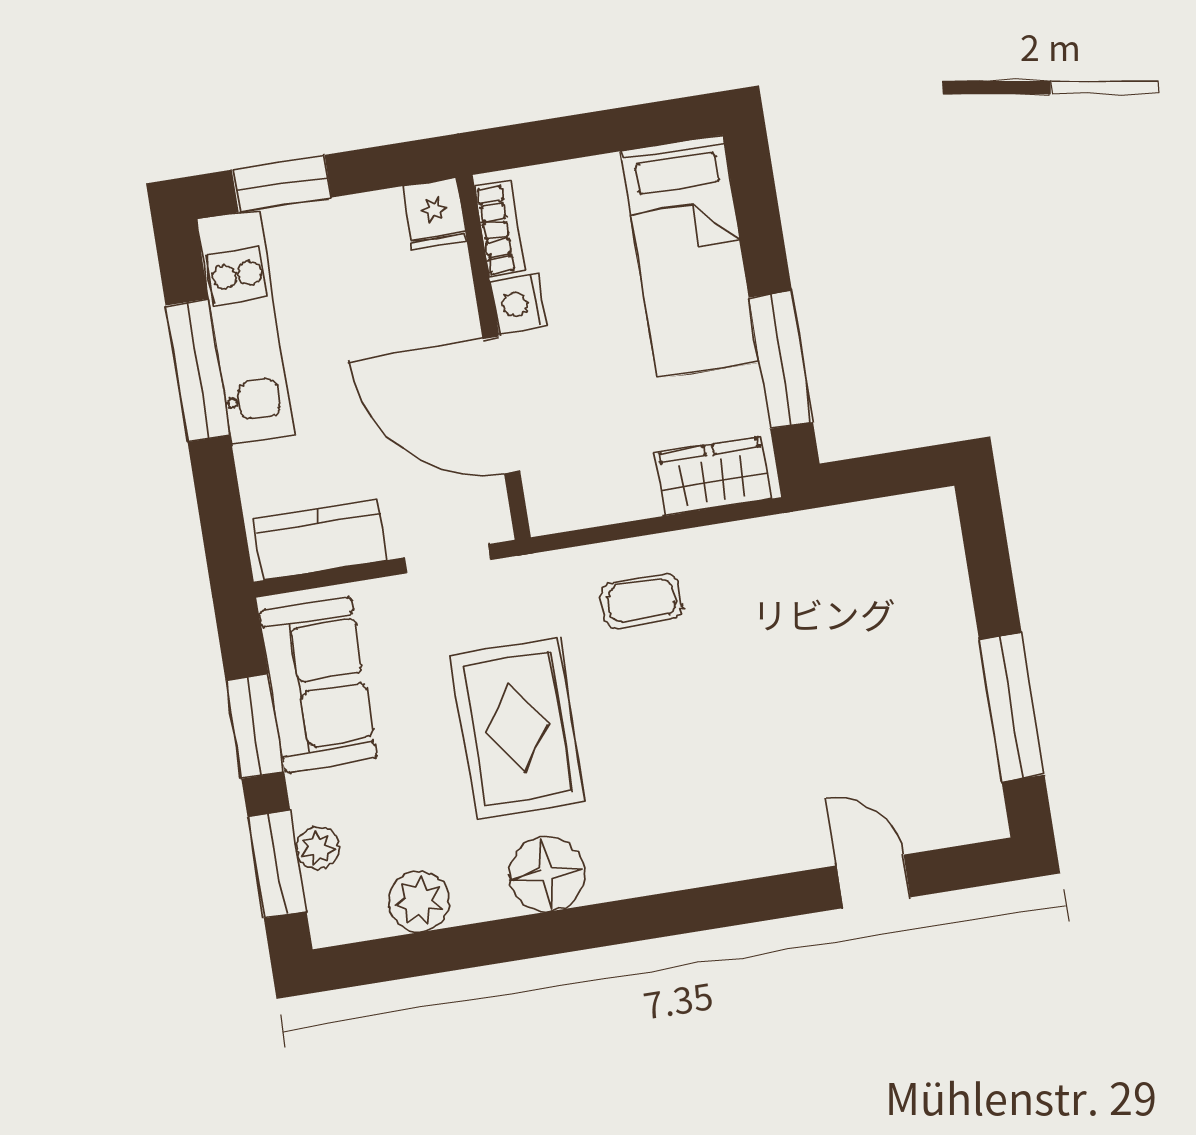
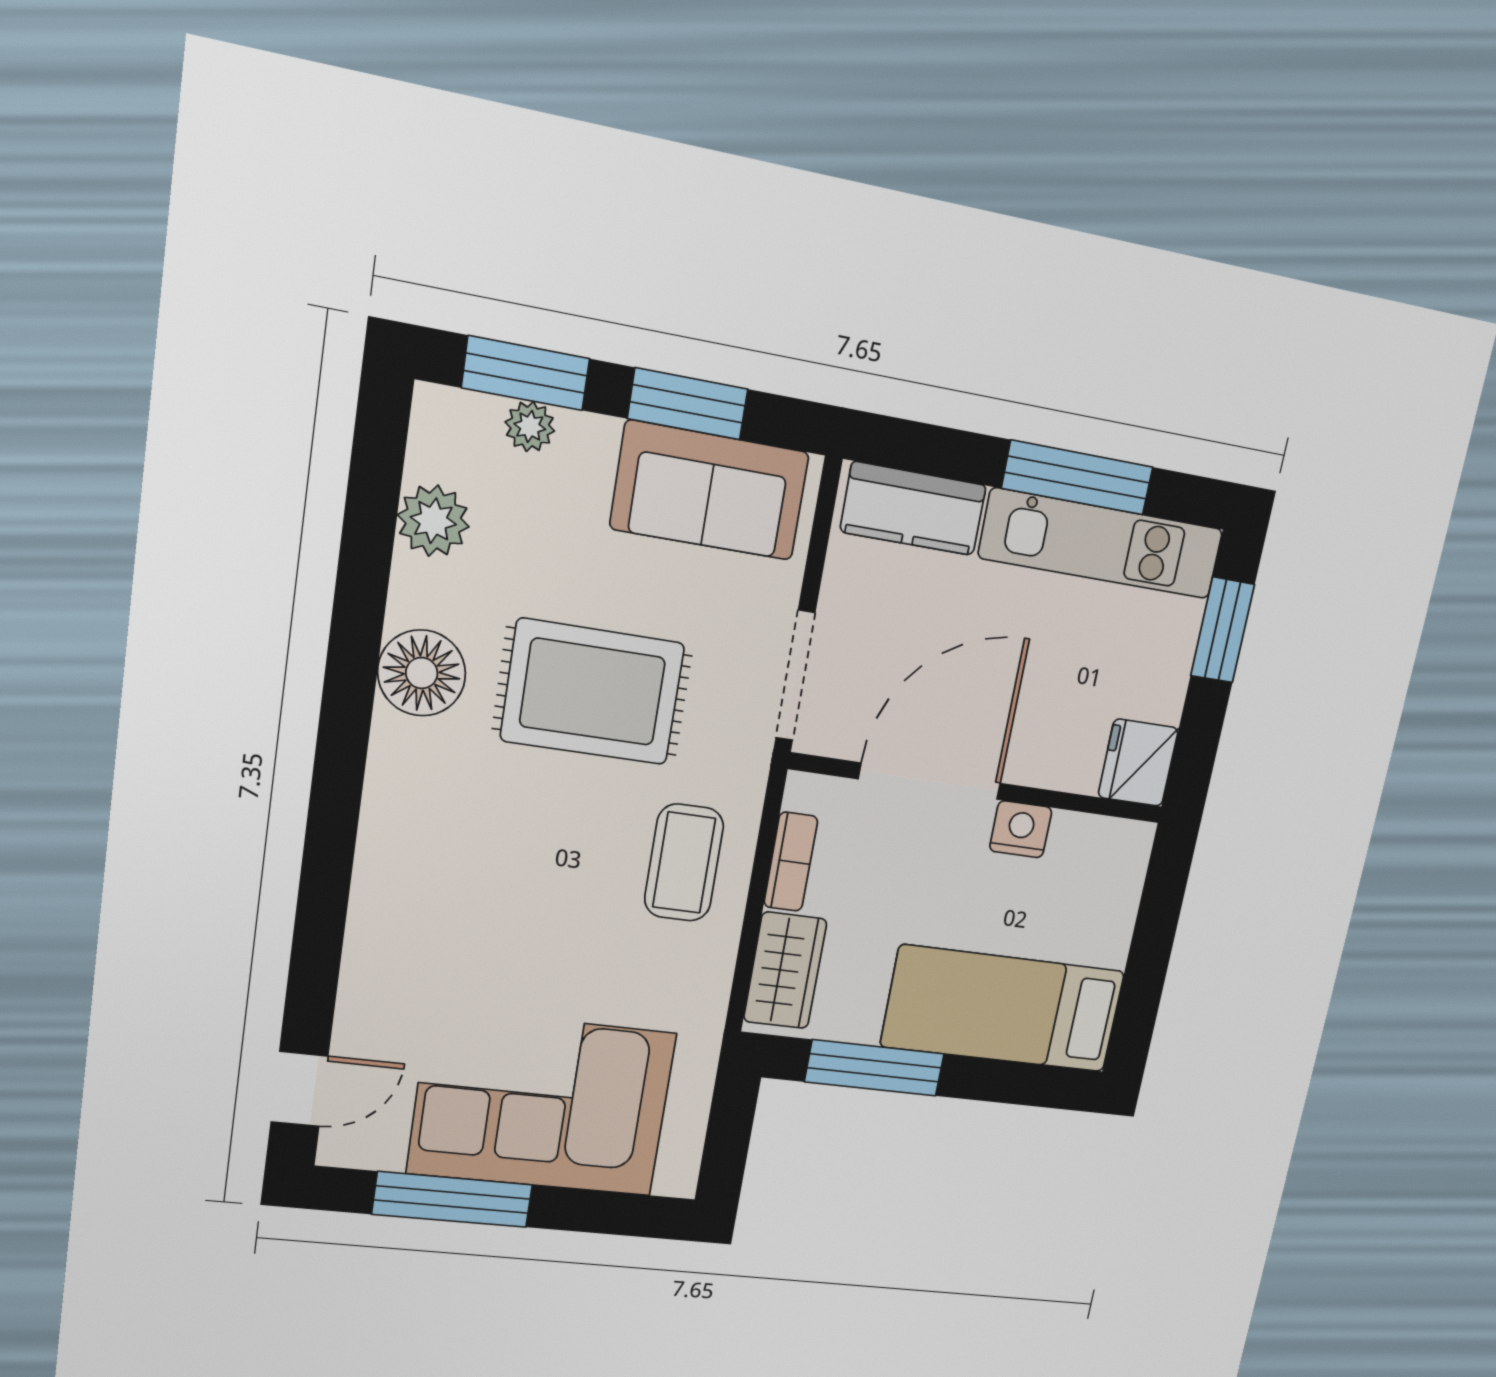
fridge: (435, 214) -> (1138, 763), width x1.38
bookcase: (500, 229) -> (791, 862), moved, turned -90
kitchen counter: (321, 539) -> (913, 509), moved, turned 90
doorway: (447, 559) -> (795, 675), width x1.38
coffee table: (642, 601) -> (684, 863), width x1.36, depth x1.30
corner sofa: (899, 656) -> (542, 1103), added
door: (873, 881) -> (299, 1089), moved

